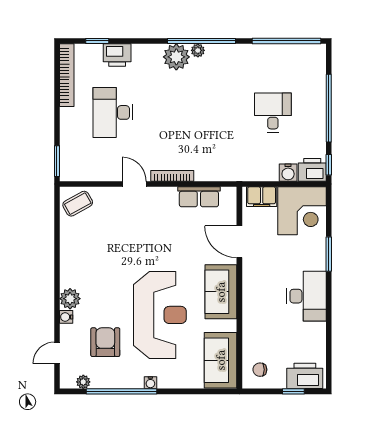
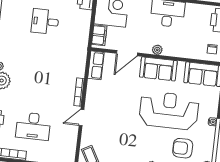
water cooler: (288, 173) -> (85, 16), removed
row of seats: (199, 197) -> (96, 65), moved
plant: (250, 287) -> (157, 50), added

